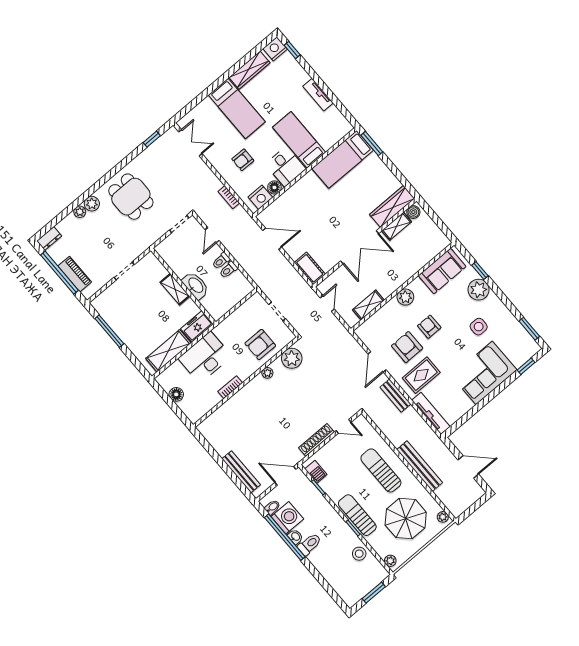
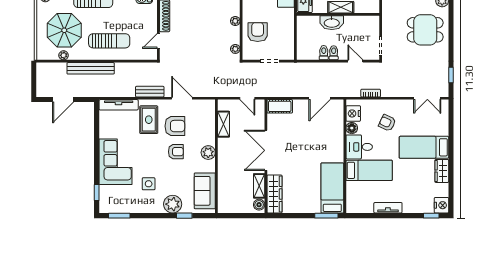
wardrobe: (250, 70) -> (442, 171), width x0.67
armchair: (243, 160) -> (387, 123), turned -66
plant: (292, 358) -> (235, 49), width x0.53, depth x0.53
plant: (443, 517) -> (64, 55), moved

